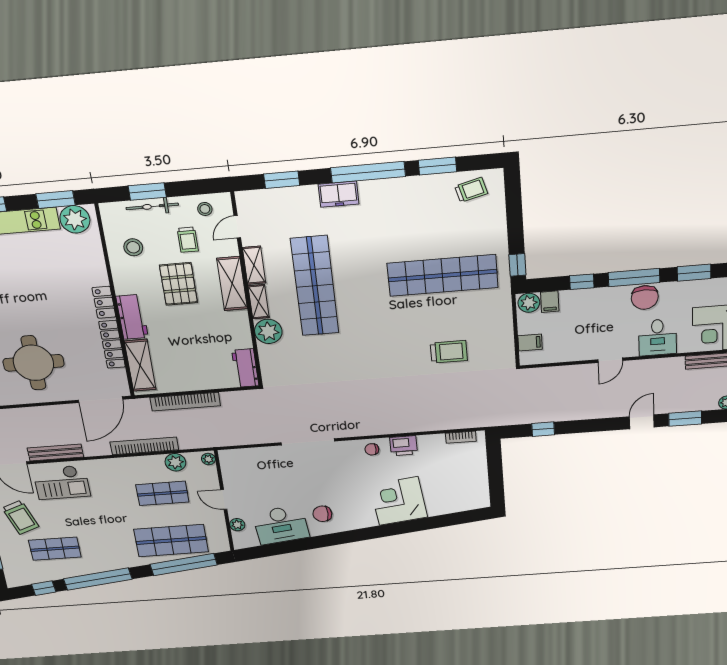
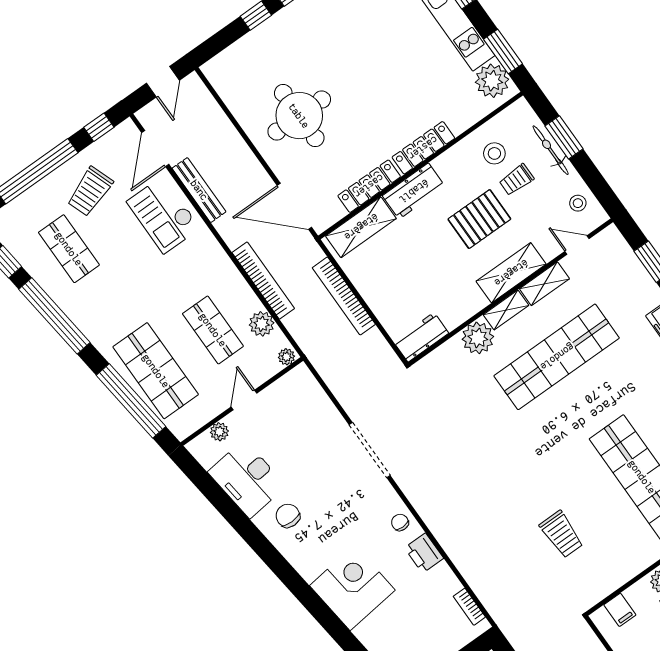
trolley: (188, 240) -> (516, 180), moved
locker: (104, 302) -> (423, 148), width x1.53

